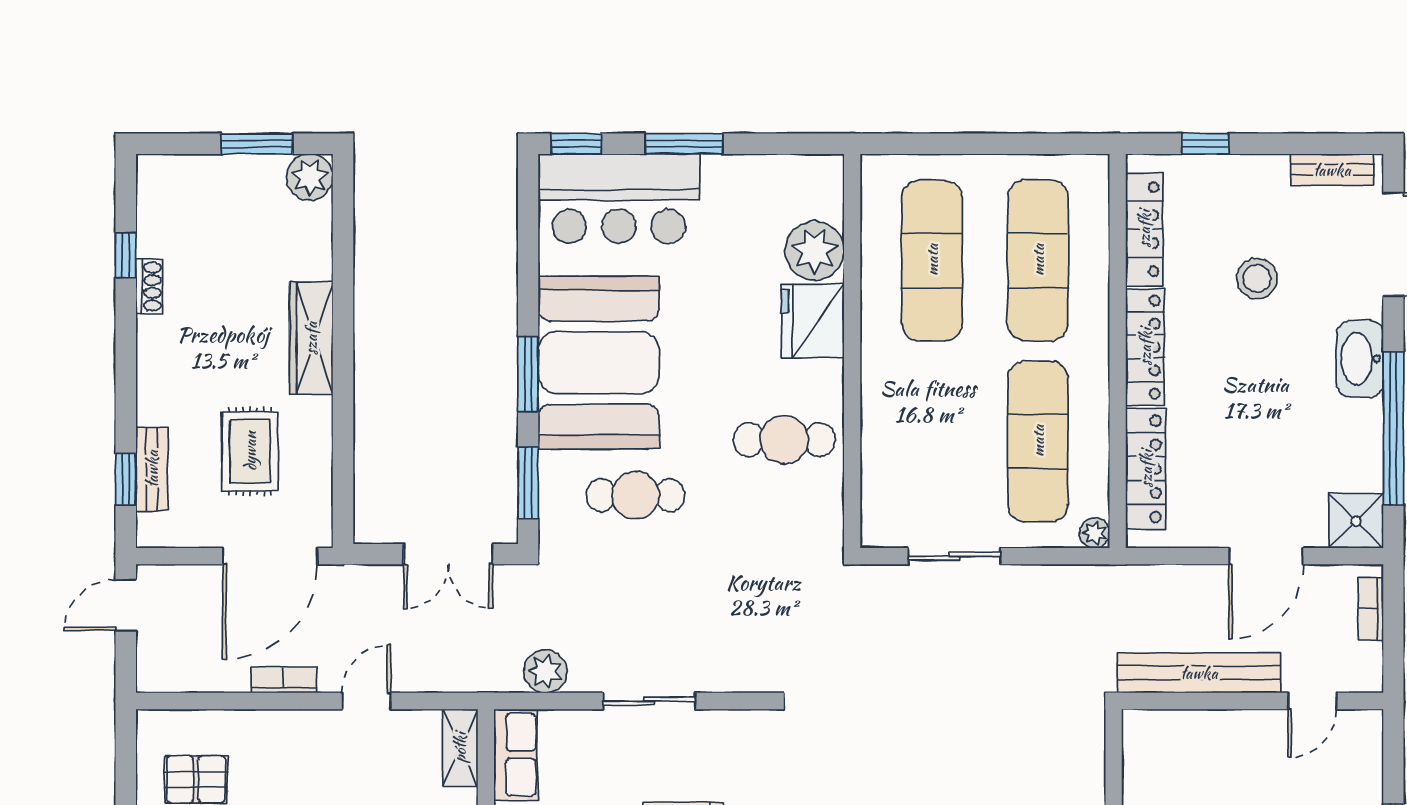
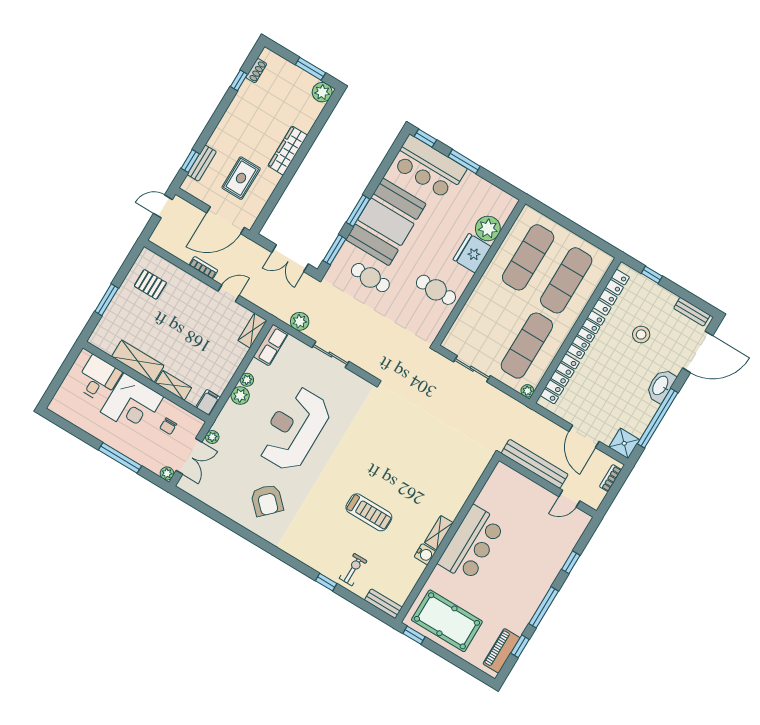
shoe rack: (149, 286) -> (256, 71), moved
door: (1266, 556) -> (584, 436), hinge flipped

